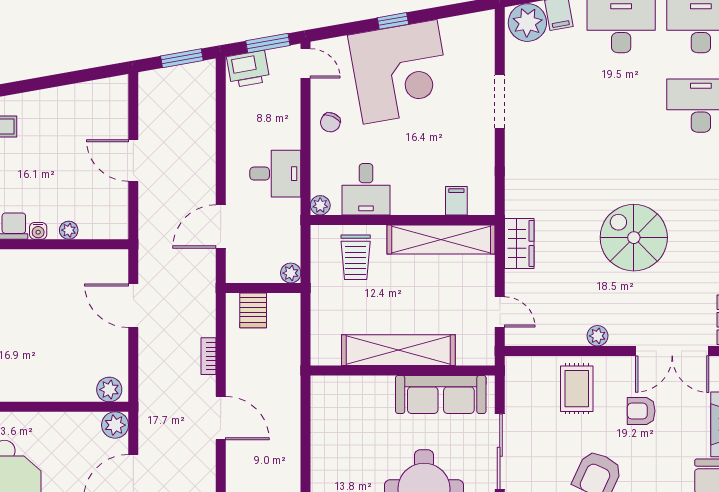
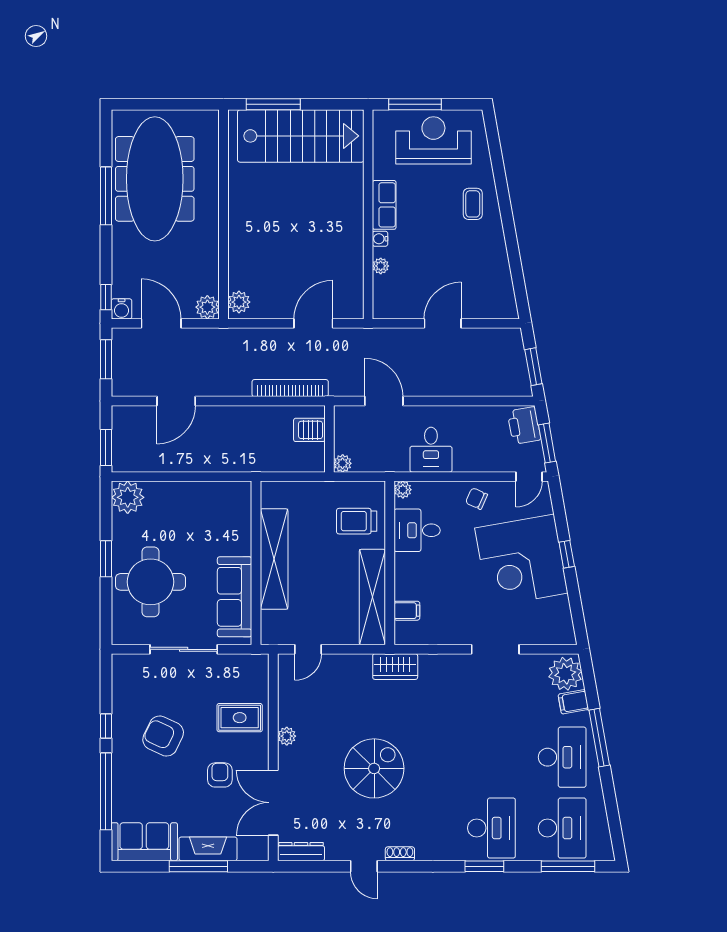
wardrobe: (519, 243) -> (395, 667), moved
bookcase: (208, 356) -> (290, 388), width x2.31, depth x1.31
door: (221, 418) -> (176, 401), moved

